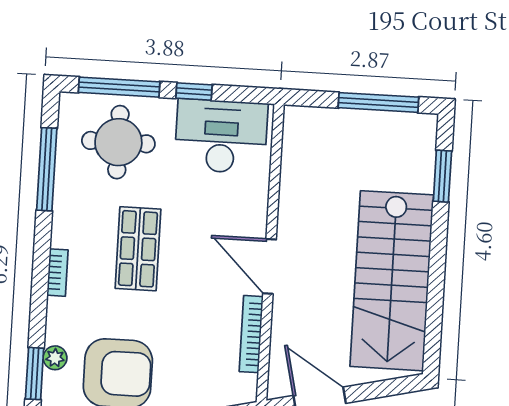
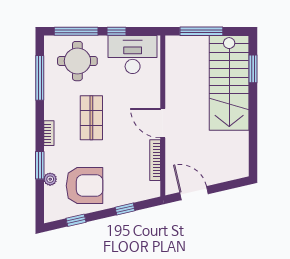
window: (378, 102) -> (201, 31), moved
stairs: (392, 281) -> (229, 83), moved
window: (35, 374) -> (40, 165), moved

